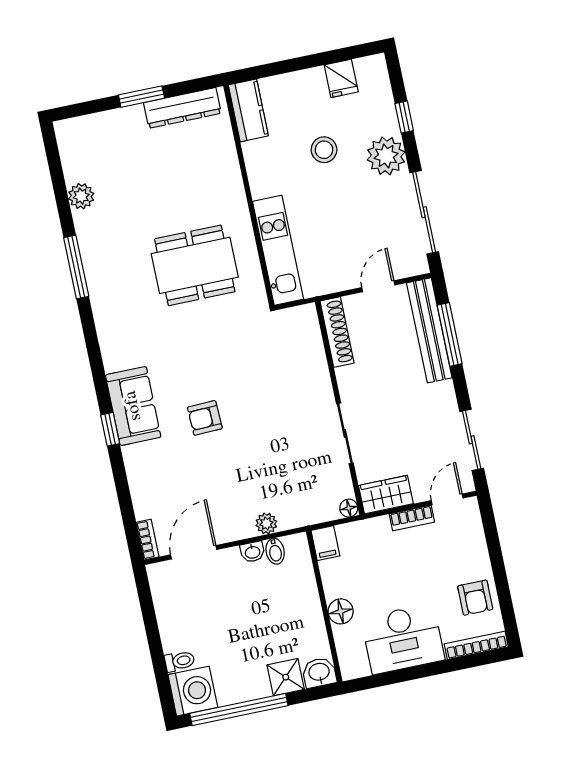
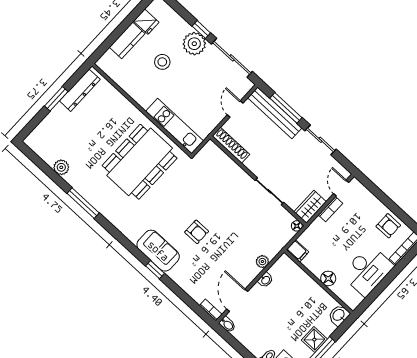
kitchen counter: (248, 110) -> (127, 40), moved, turned 90
window: (404, 117) -> (201, 30), moved
dining table: (195, 265) -> (140, 162), width x1.36, depth x1.24
armchair: (205, 418) -> (197, 232), turned -88
sliding door: (472, 440) -> (321, 140), moved
bidet: (275, 551) -> (227, 324), moved
shower: (286, 677) -> (314, 340), moved

